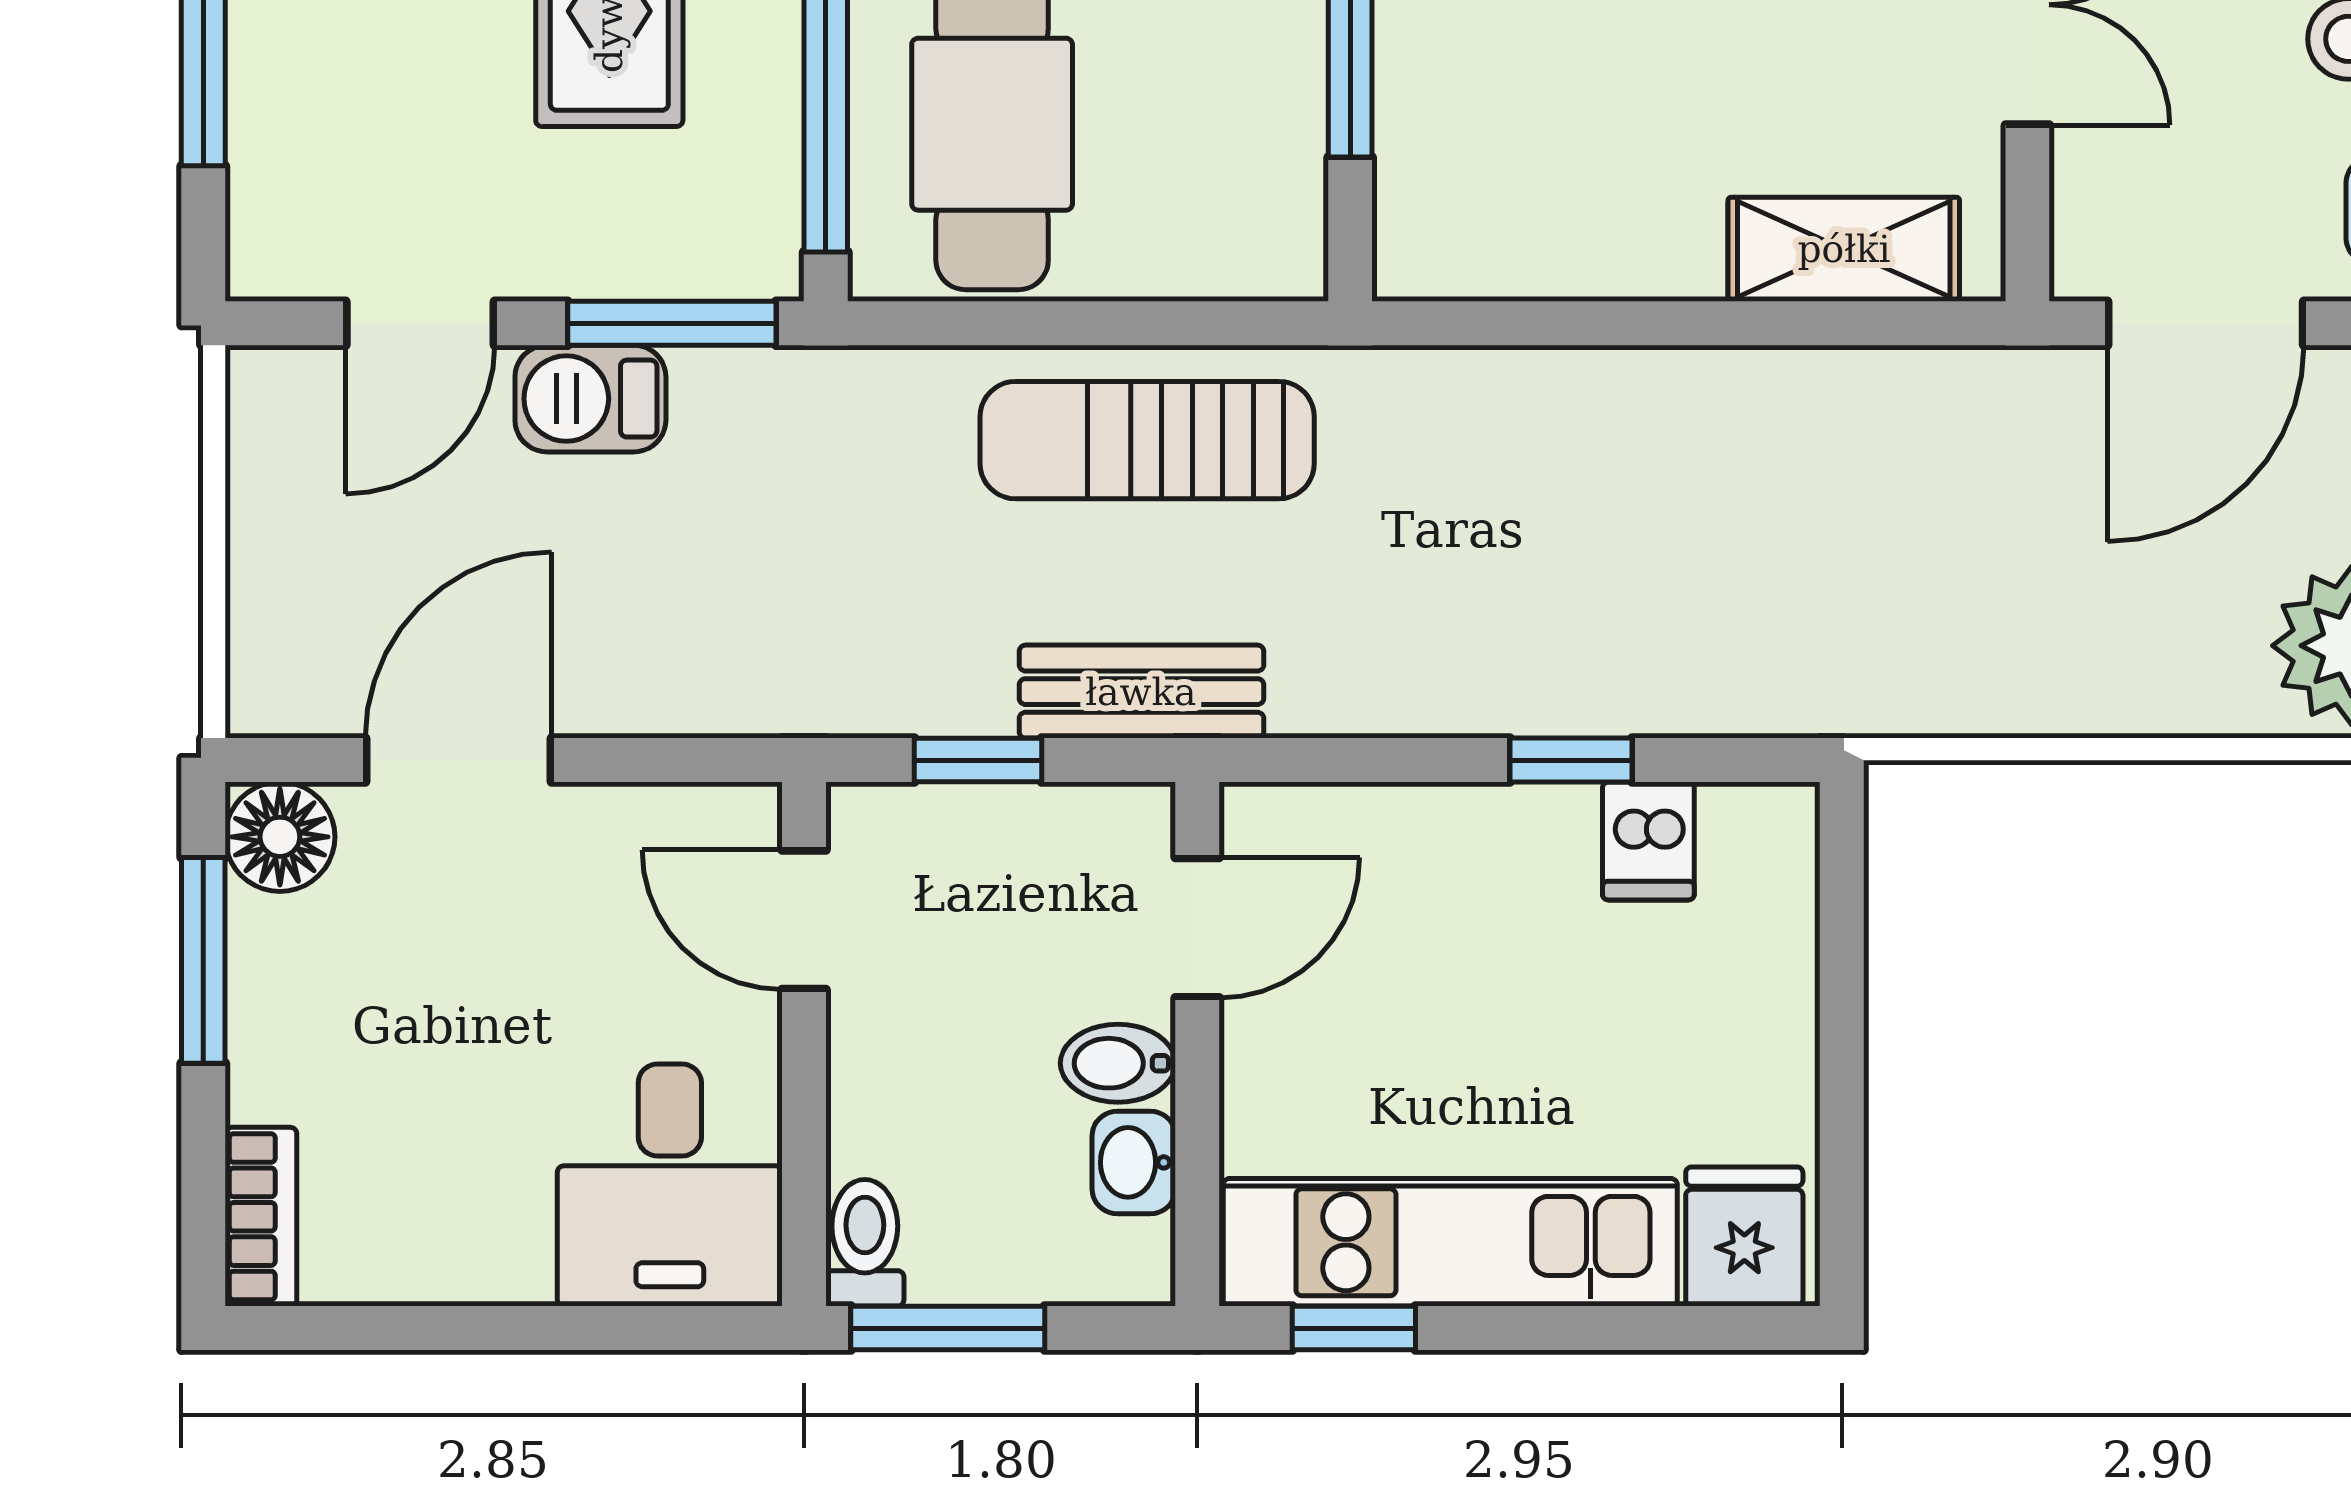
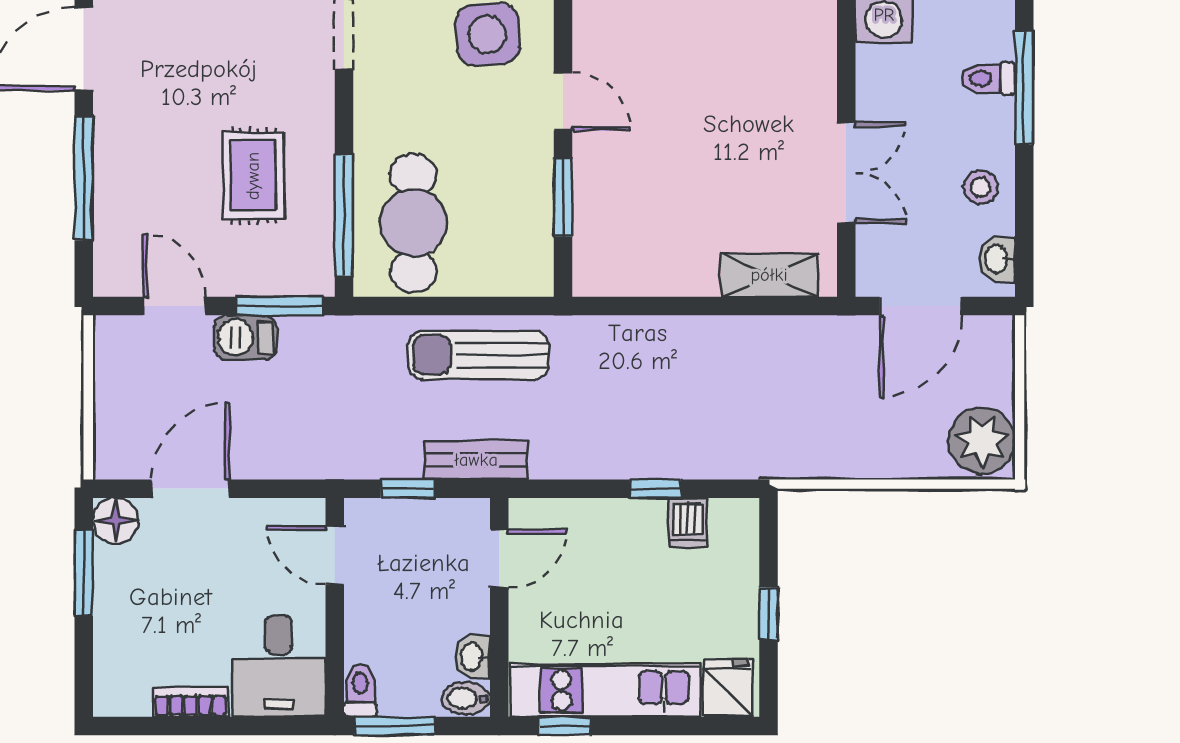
door: (420, 323) -> (174, 306), swing flipped
window: (1842, 1059) -> (769, 614), added
bidet: (1118, 1063) -> (466, 698), moved
bookcase: (261, 1217) -> (191, 702), moved, turned -90

